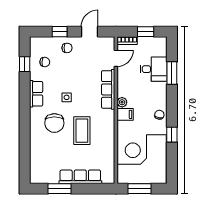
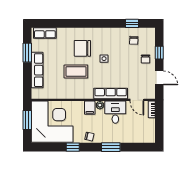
window: (146, 32) -> (159, 125), removed
desk: (154, 69) -> (115, 112), moved, turned 180
window: (172, 73) -> (111, 147), moved
row of seats: (36, 94) -> (45, 33), moved

